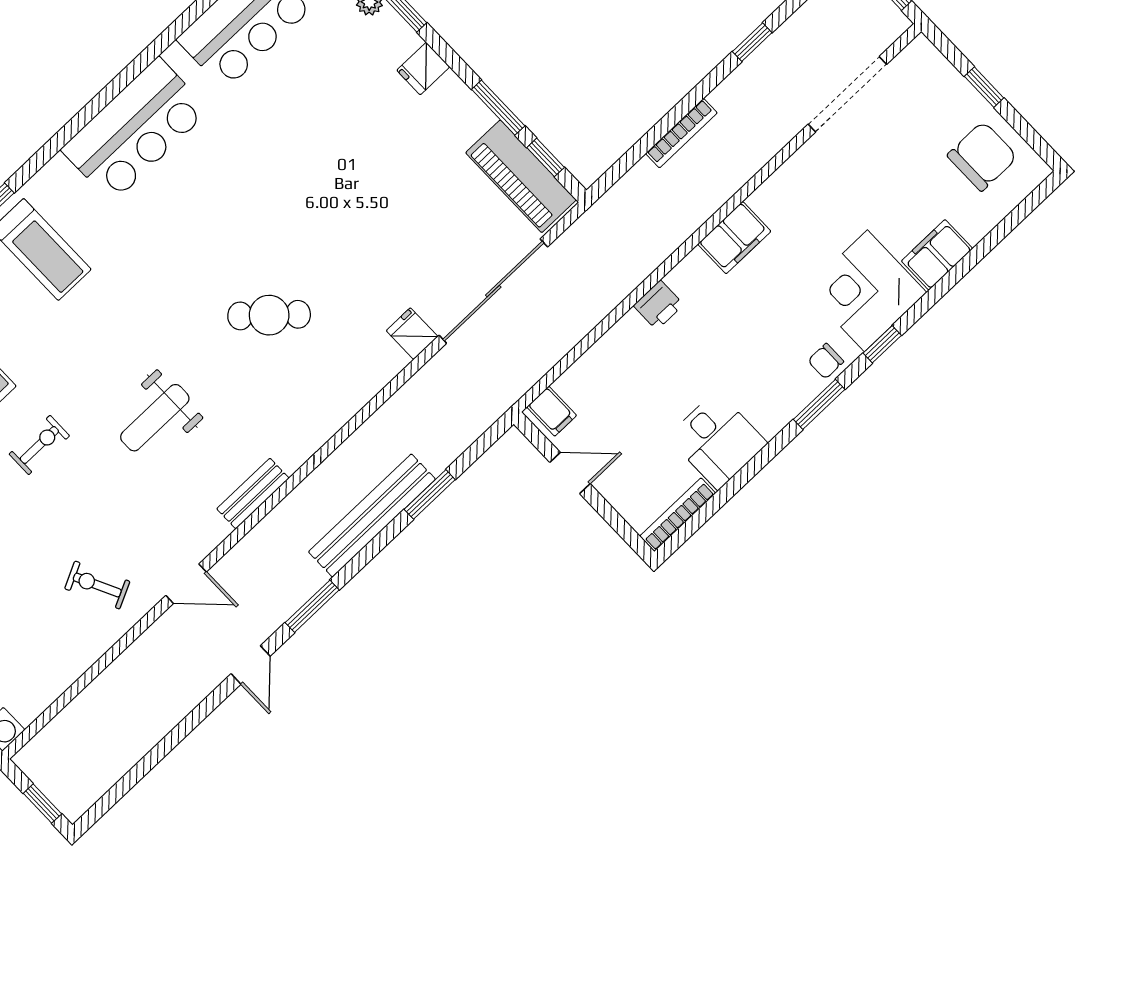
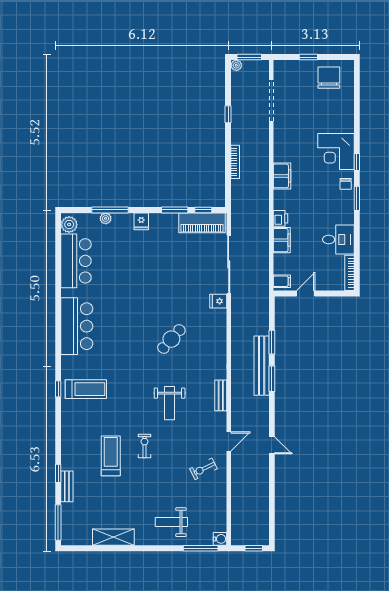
filing cabinet: (937, 255) -> (282, 240), moved, turned 180
window: (312, 606) -> (272, 379), moved

